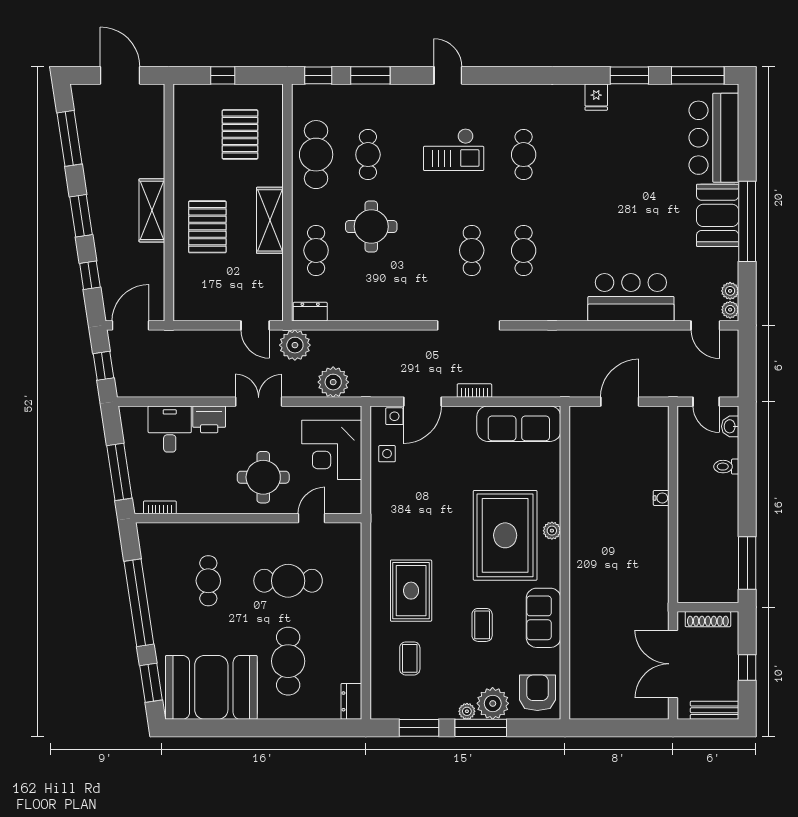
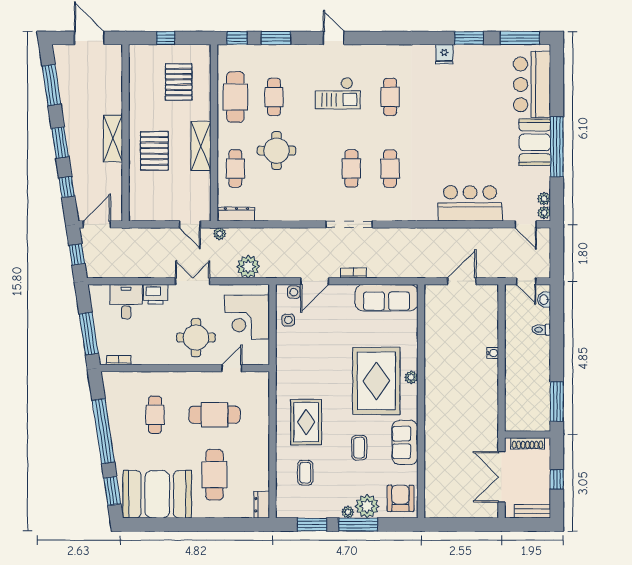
dresser: (310, 312) -> (236, 214), width x1.44
plant: (295, 345) -> (220, 234), width x0.53, depth x0.53

